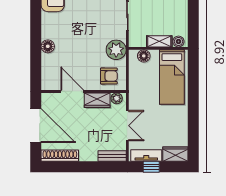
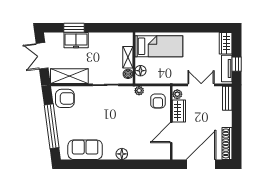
boiler: (178, 42) -> (128, 74), moved
floor lamp: (48, 46) -> (122, 154), moved
plant: (116, 50) -> (139, 91), width x0.53, depth x0.53
armchair: (109, 76) -> (158, 101), turned 180

